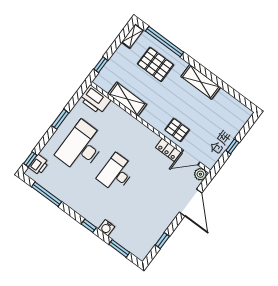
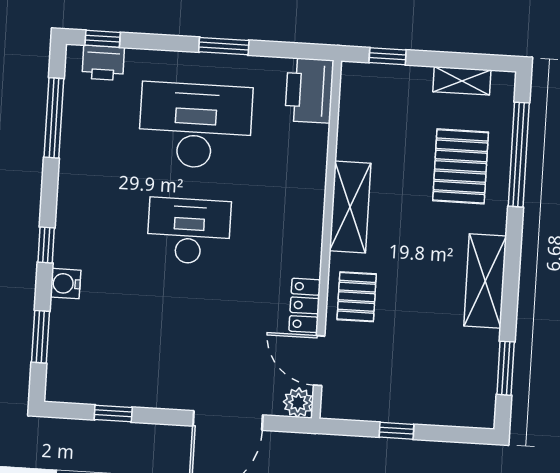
shelving: (132, 36) -> (462, 81), moved
window: (236, 95) -> (506, 368), added
shelving: (127, 99) -> (350, 207), moved

